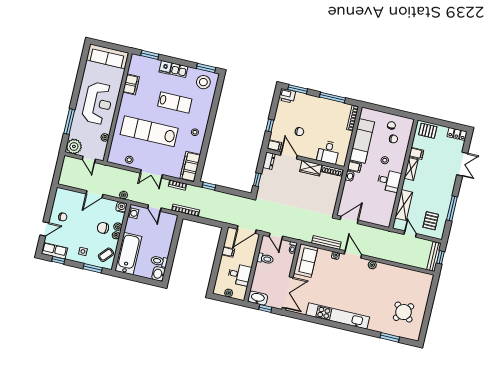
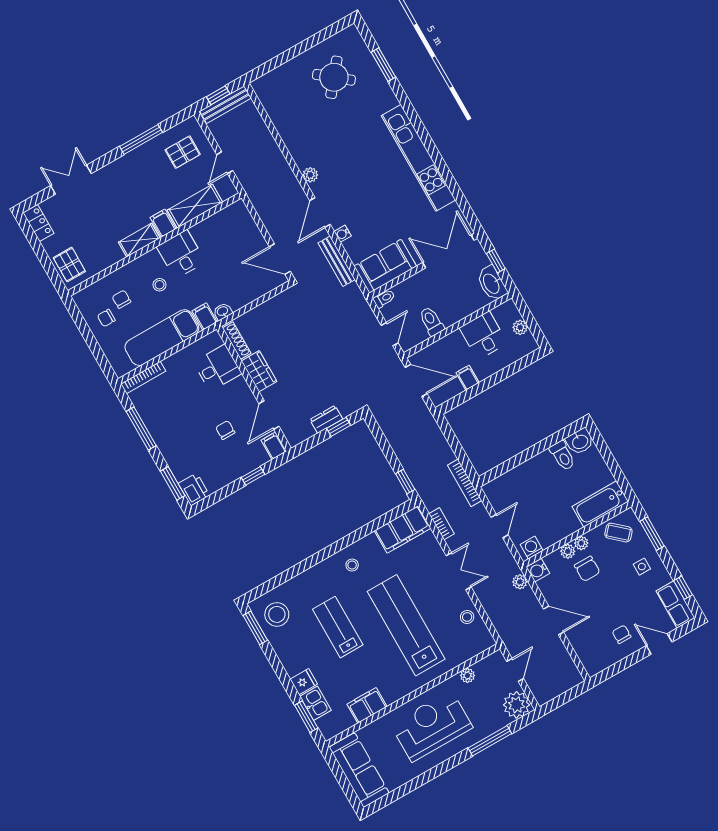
kitchen sink: (179, 70) -> (316, 703), moved
lab bench: (149, 131) -> (406, 625), turned 180
filing cabinet: (416, 153) -> (163, 223), moved
dresser: (269, 161) -> (326, 419), moved
bathtub: (128, 254) -> (600, 504), width x0.73, depth x0.73

